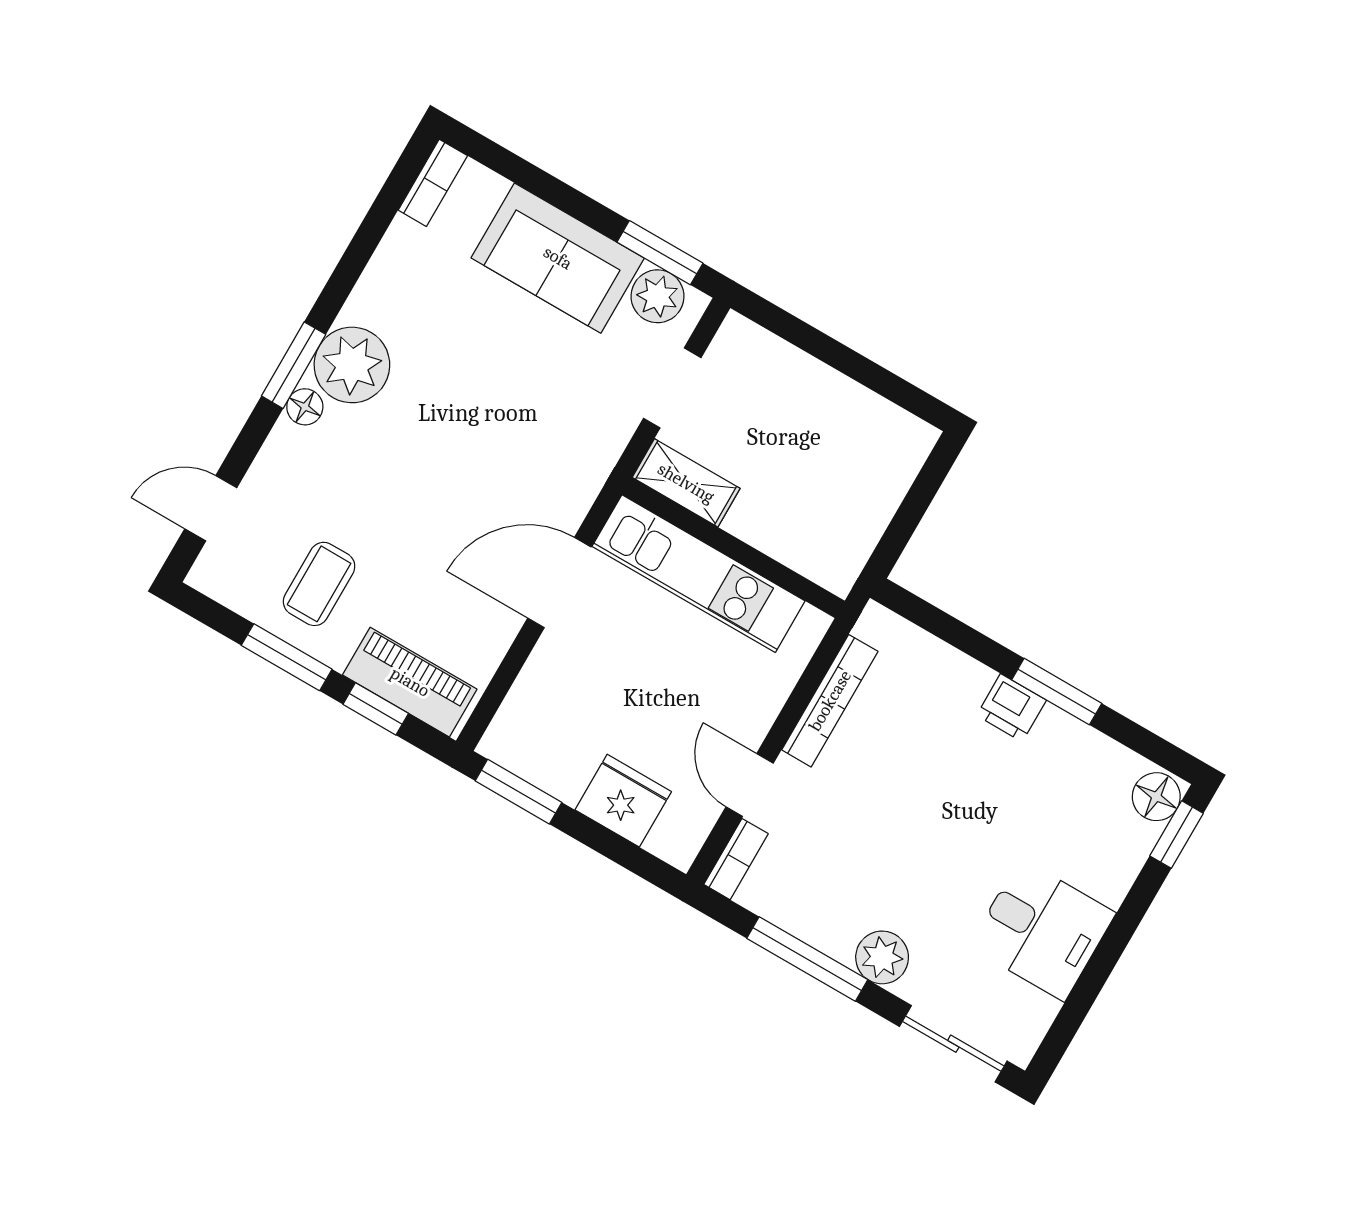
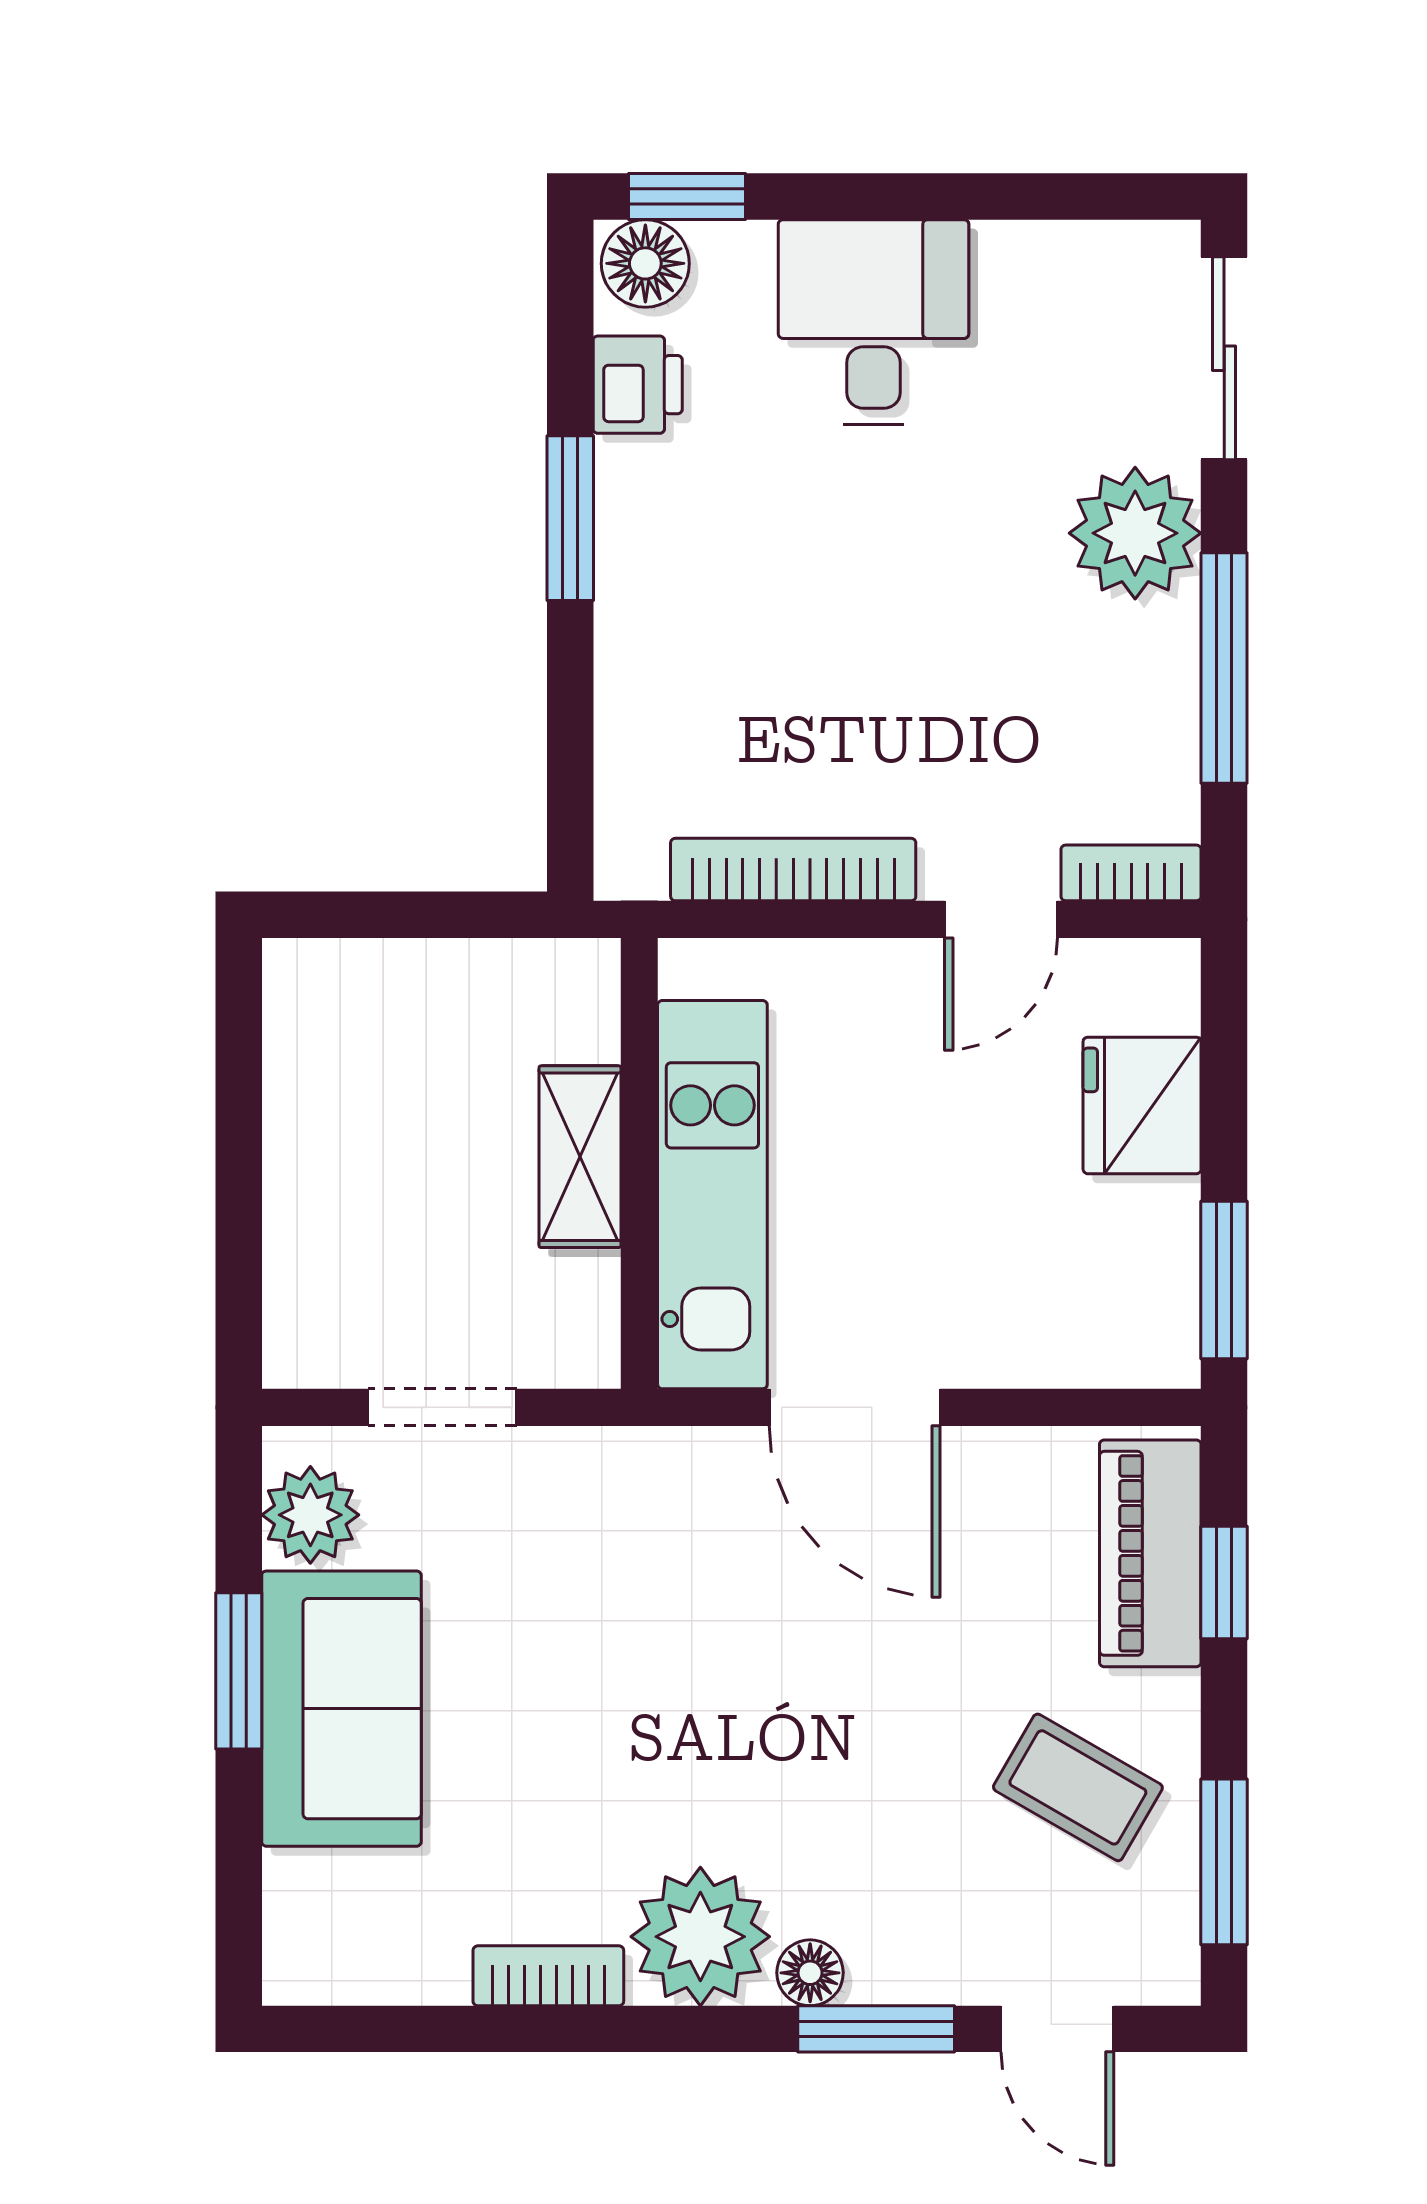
bookcase: (433, 183) -> (548, 1976), moved
window: (660, 253) -> (239, 1671), moved
window: (294, 365) -> (876, 2029), moved
shelving: (686, 483) -> (580, 1157), moved
coffee table: (319, 584) -> (1078, 1787), turned 30
window: (287, 657) -> (1224, 1862), moved
printer: (1011, 708) -> (638, 385), moved
desk: (1042, 930) -> (874, 322), moved
plant: (882, 957) -> (1135, 533), width x1.36, depth x1.36

